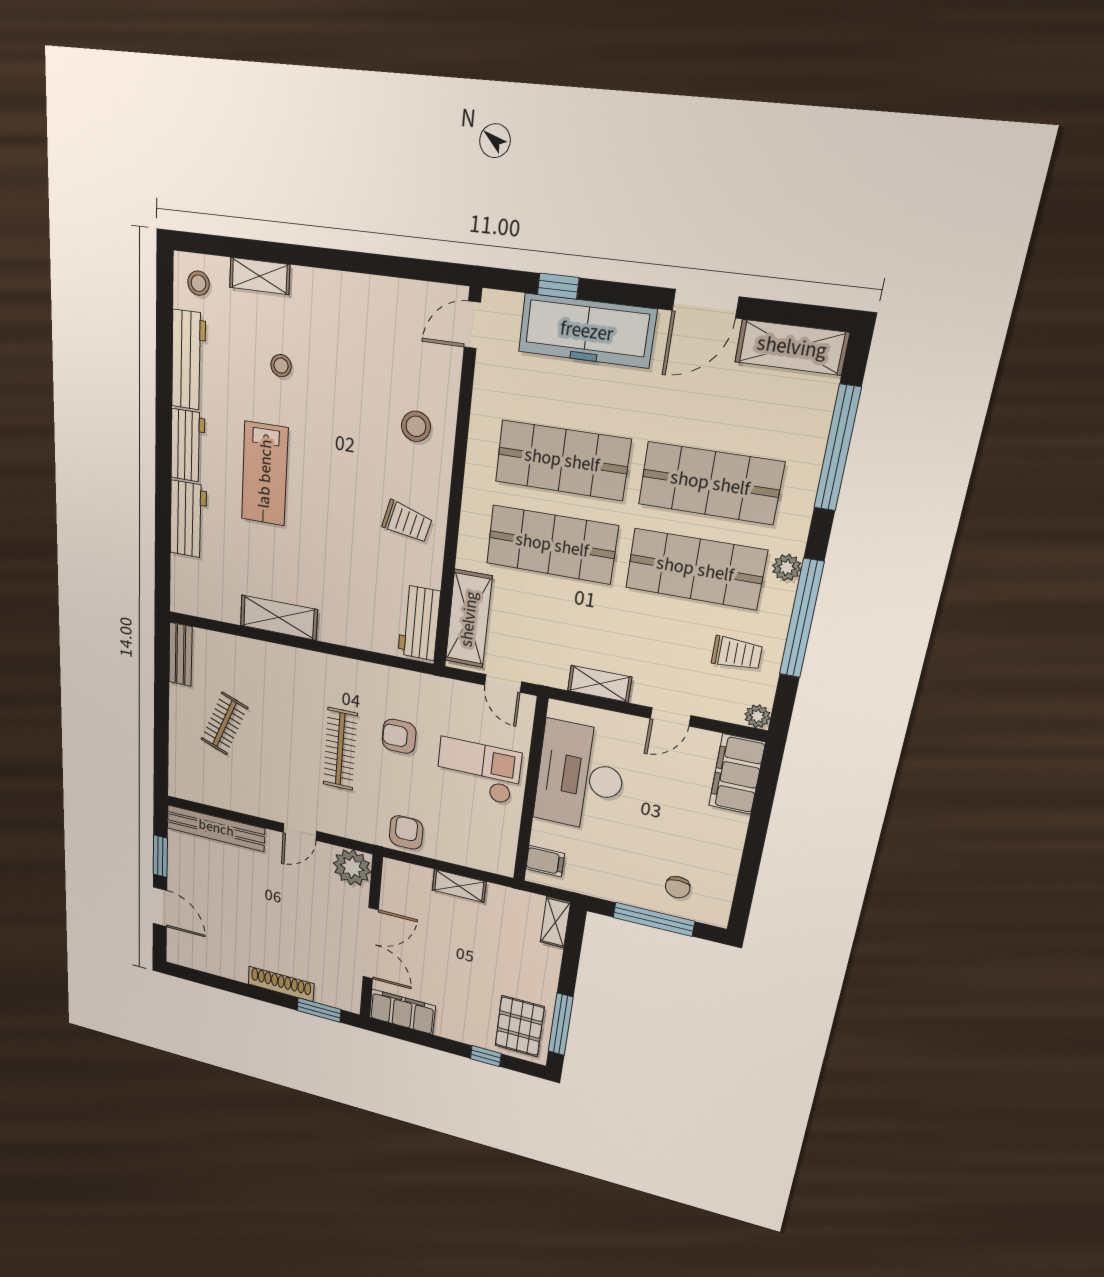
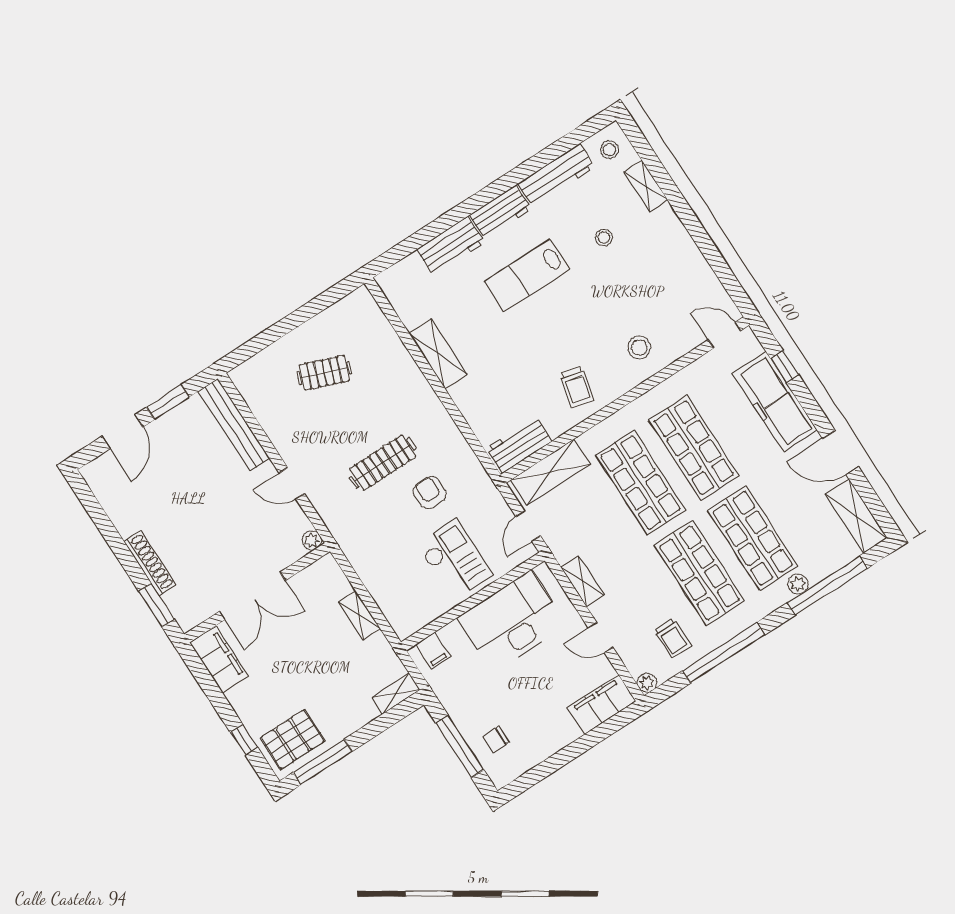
plant: (787, 568) -> (798, 584), moved
bench: (180, 654) -> (347, 307), removed
armchair: (406, 832) -> (364, 551), removed
plant: (352, 867) -> (312, 540), width x0.53, depth x0.53

